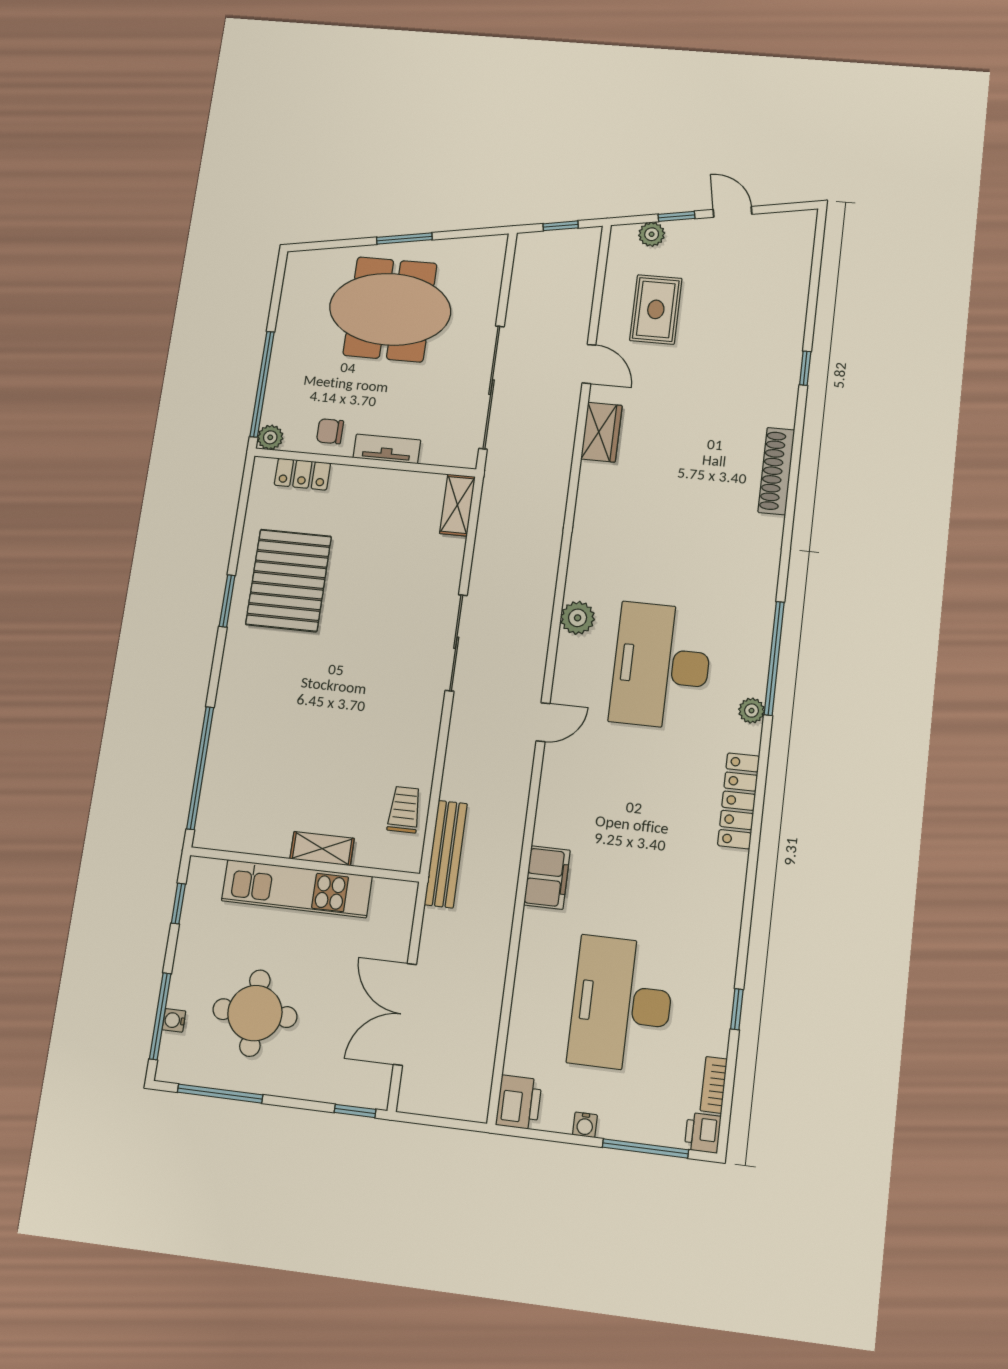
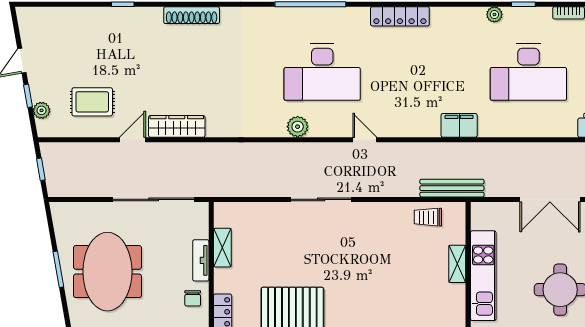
wardrobe: (601, 432) -> (177, 126), width x1.50
shelving: (457, 505) -> (222, 248), moved, turned 90
plant: (752, 711) -> (494, 14), moved

